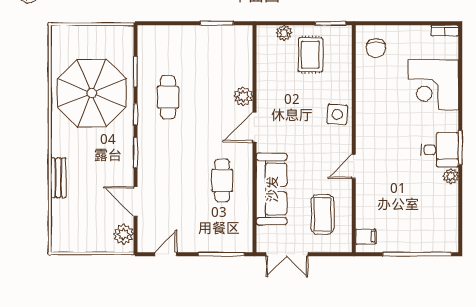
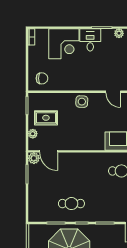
plant: (243, 96) -> (34, 158), moved
door: (255, 127) -> (49, 151), moved
desk: (440, 150) -> (90, 40), moved

